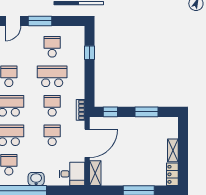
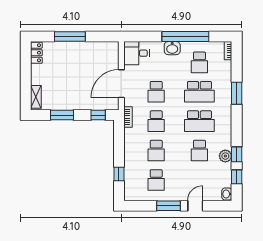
school desk: (52, 76) -> (156, 151), width x0.54
shelving: (173, 150) -> (36, 97), moved
shelving: (95, 173) -> (113, 54), removed

